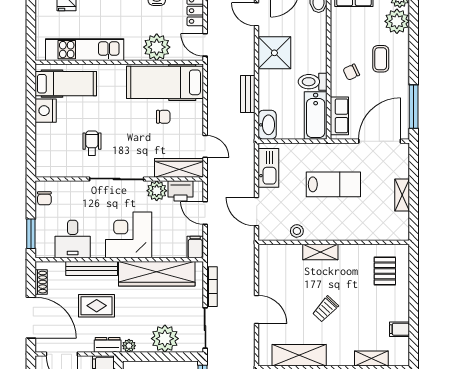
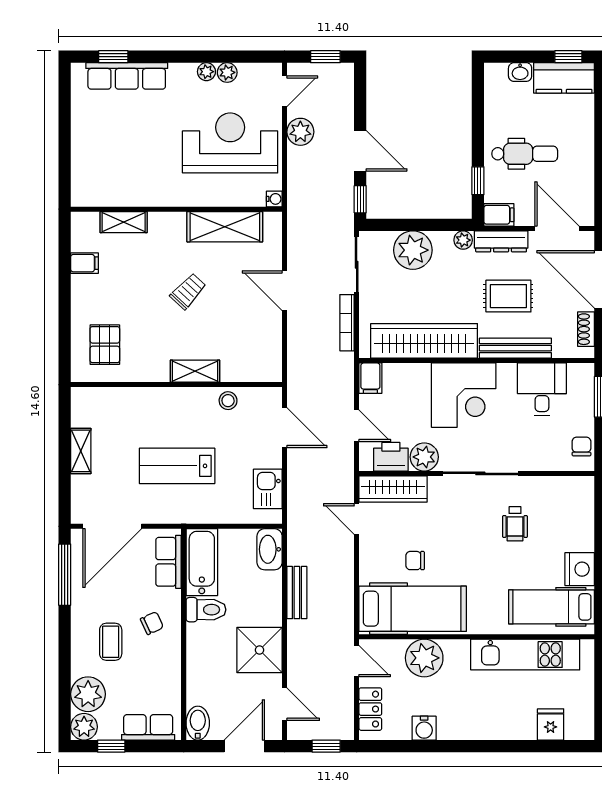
kitchen sink: (268, 168) -> (268, 489), width x0.73
dresser: (108, 345) -> (501, 241), width x1.44

